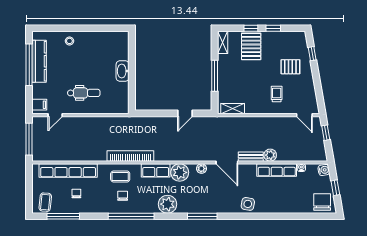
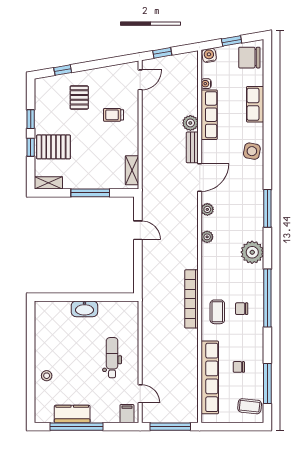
kitchen counter: (39, 61) -> (72, 414), width x0.67
row of seats: (156, 170) -> (255, 104), moved, turned 180
plant: (180, 172) -> (207, 237), width x0.53, depth x0.53

